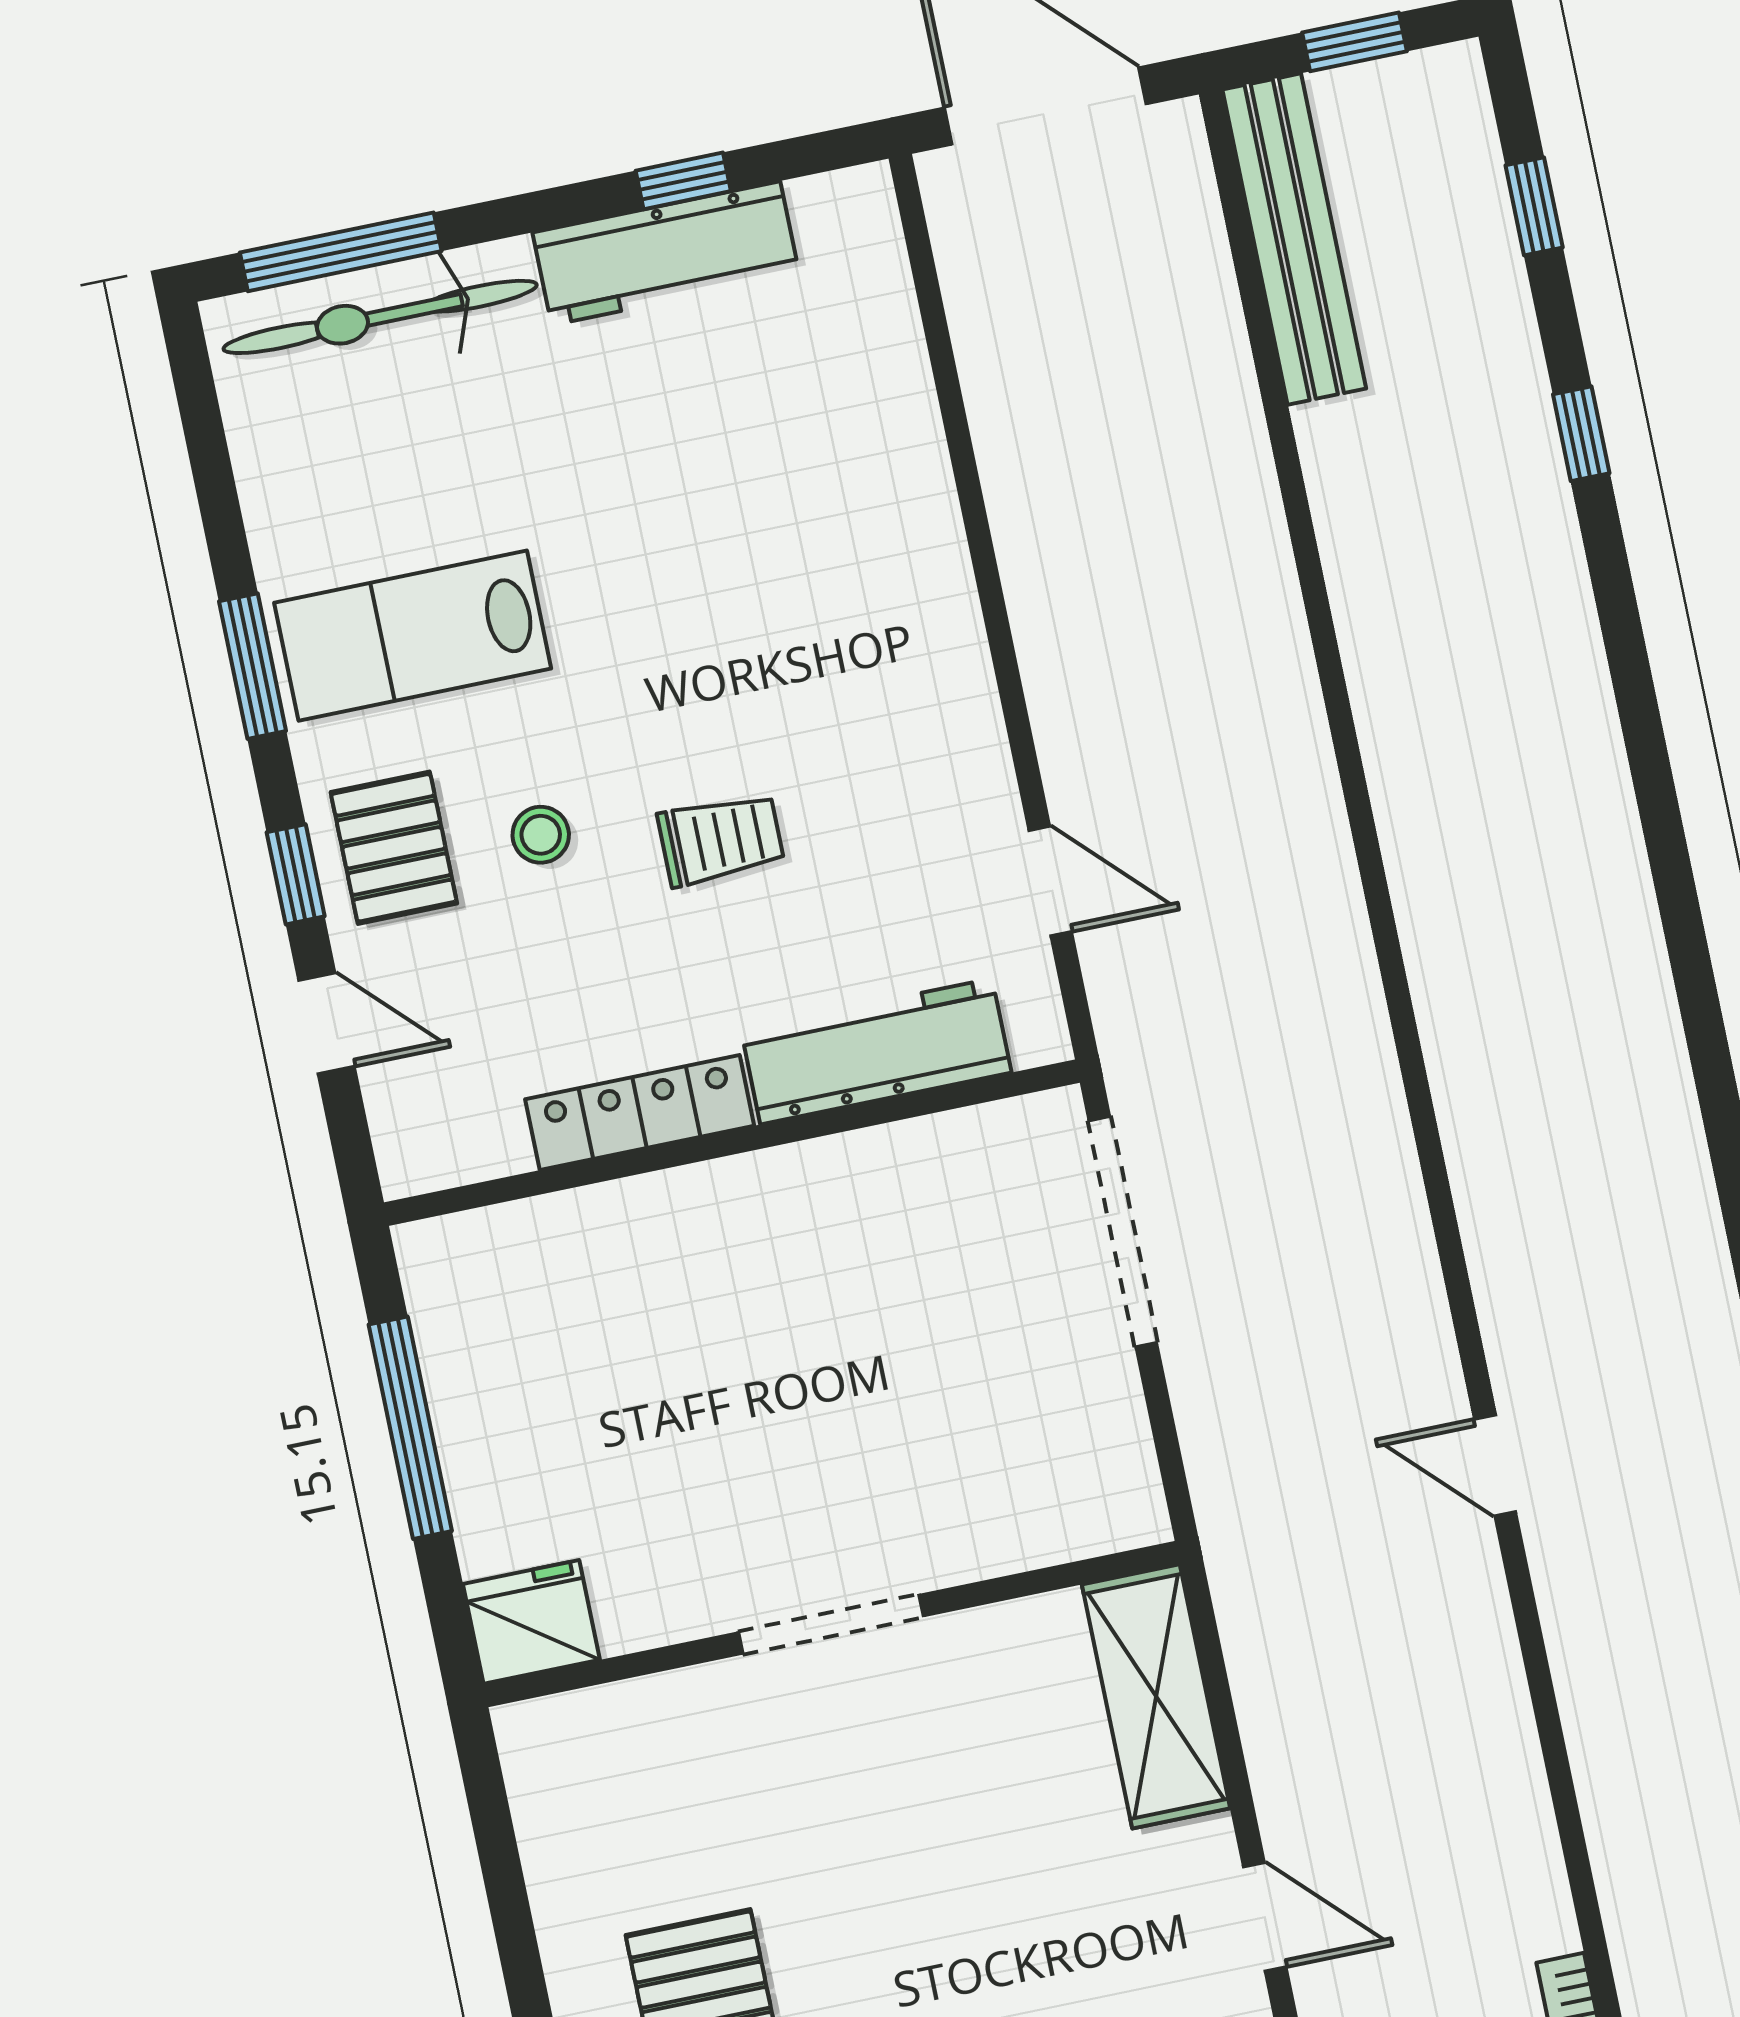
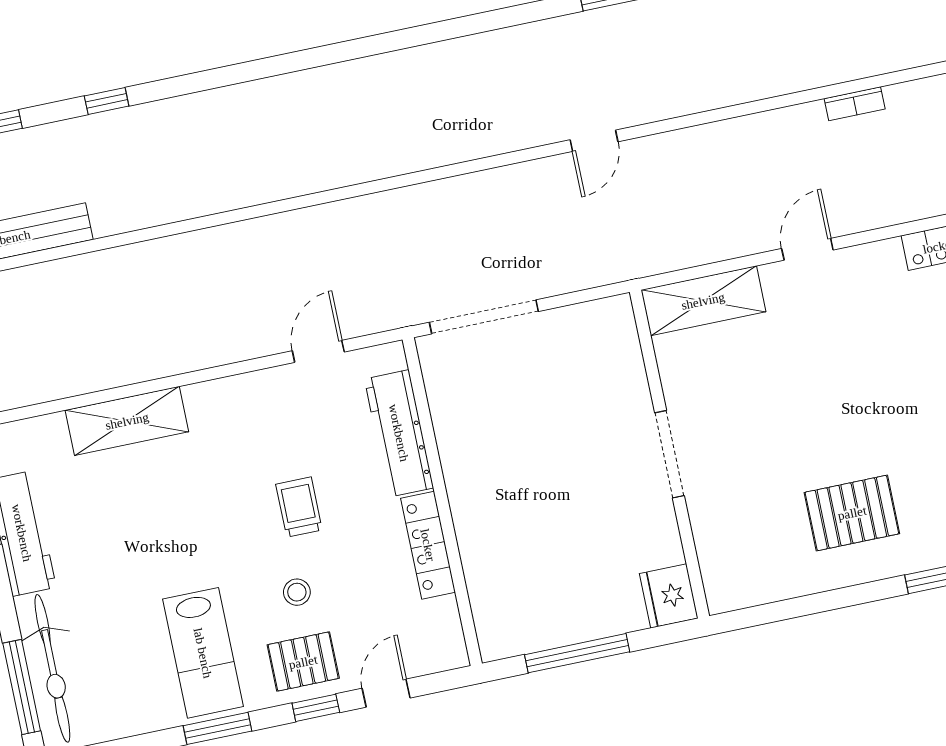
shelving: (904, 475) -> (127, 421), added

